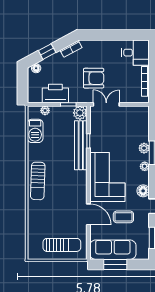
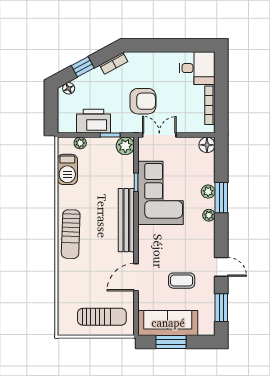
bench: (81, 145) -> (126, 220), moved
corner sofa: (107, 177) -> (161, 193), moved
floor lamp: (143, 191) -> (207, 145), moved
door: (88, 214) -> (136, 277), swing flipped

